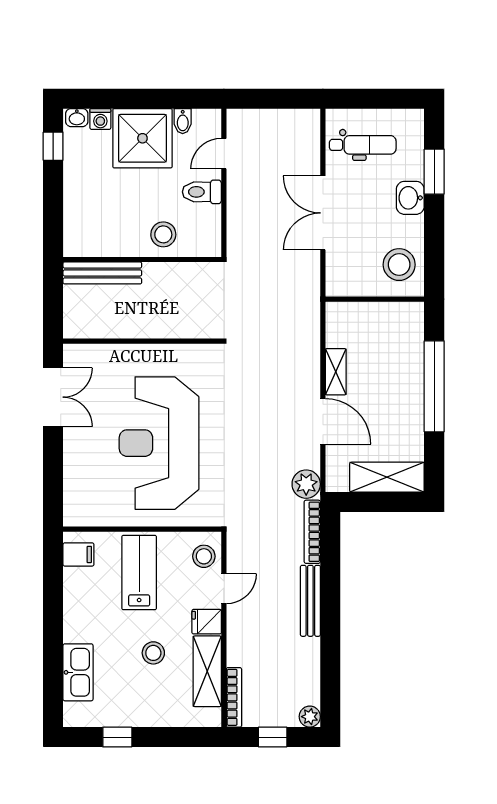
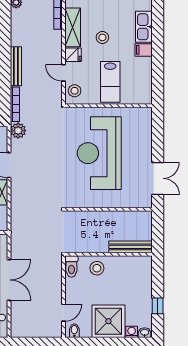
bidet: (183, 121) -> (74, 331), moved
window: (53, 146) -> (158, 306), moved
toilet: (202, 192) -> (71, 266), moved, turned 90
double door: (53, 397) -> (158, 178), swing flipped
reception desk: (159, 443) -> (99, 153), turned 180
filing cabinet: (78, 554) -> (144, 50), moved
door: (224, 589) -> (64, 73), hinge flipped

